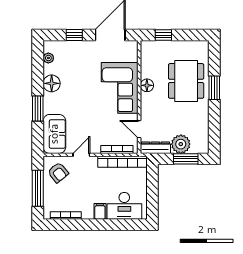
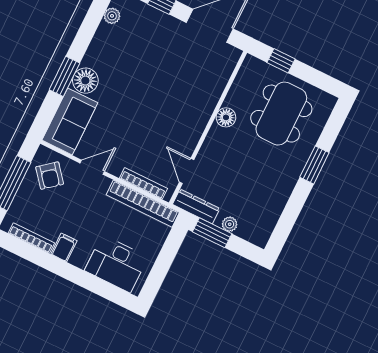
dining table: (186, 81) -> (281, 114), moved
floor lamp: (52, 83) -> (85, 81), moved
corner sofa: (120, 88) -> (188, 103), removed
plant: (181, 144) -> (230, 224), width x0.53, depth x0.53
window: (186, 159) -> (212, 233), moved
filing cabinet: (100, 211) -> (64, 247), moved

